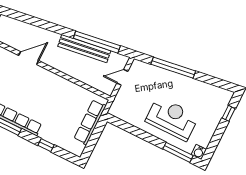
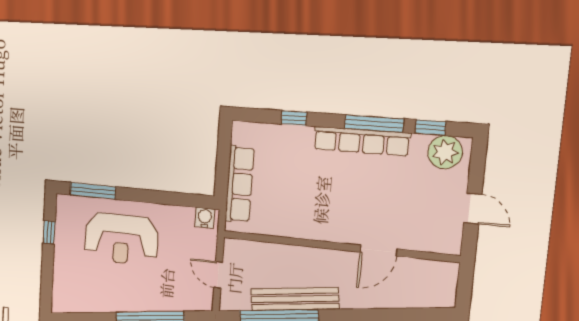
door: (122, 77) -> (218, 275), swing flipped
window: (229, 113) -> (49, 232), moved
water cooler: (199, 152) -> (205, 218), moved

